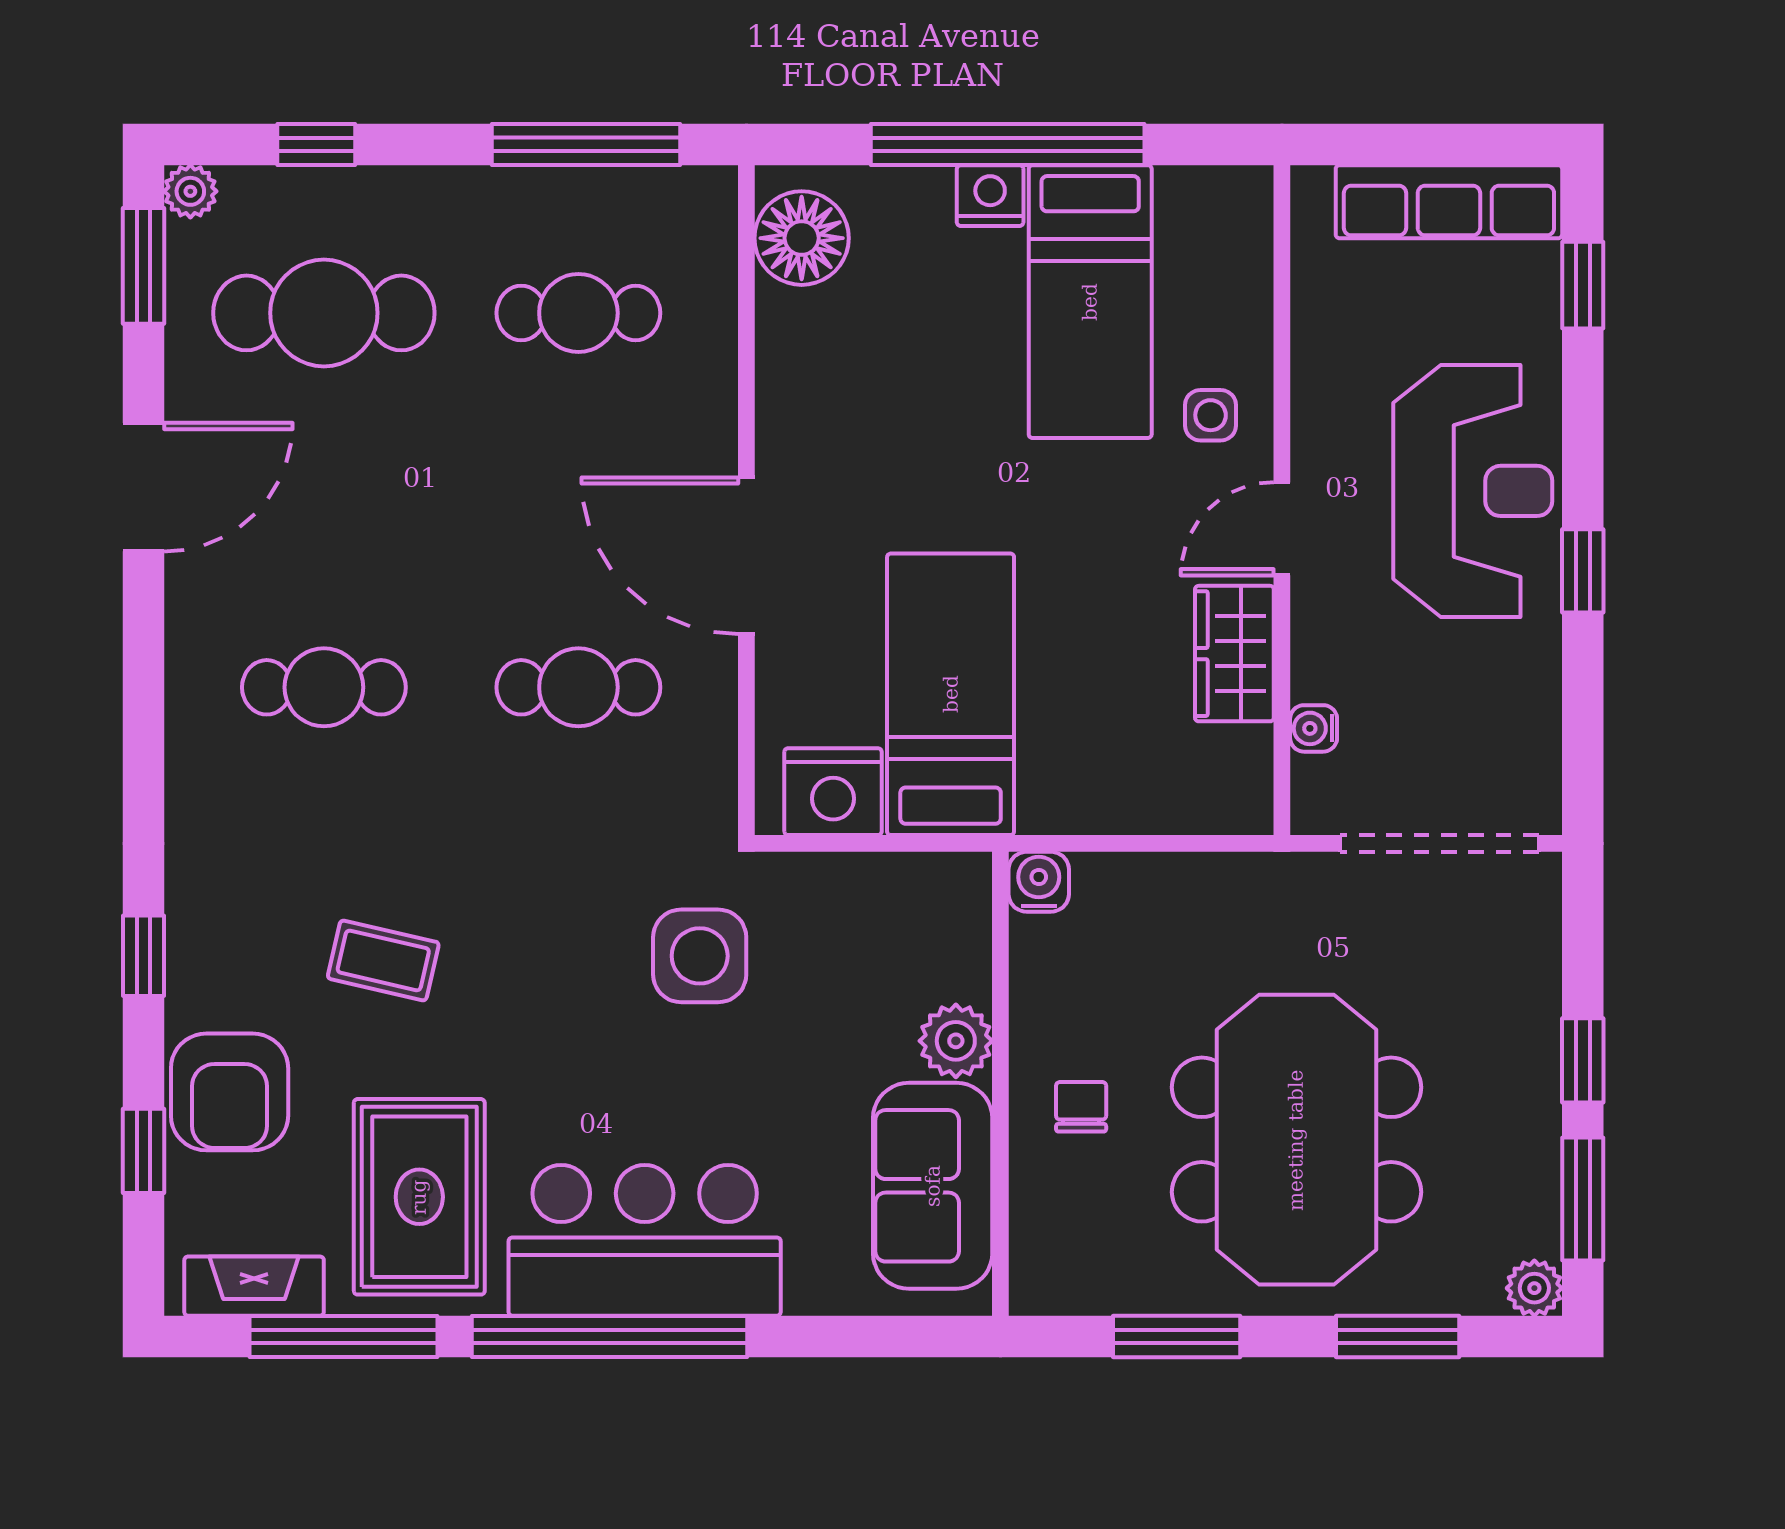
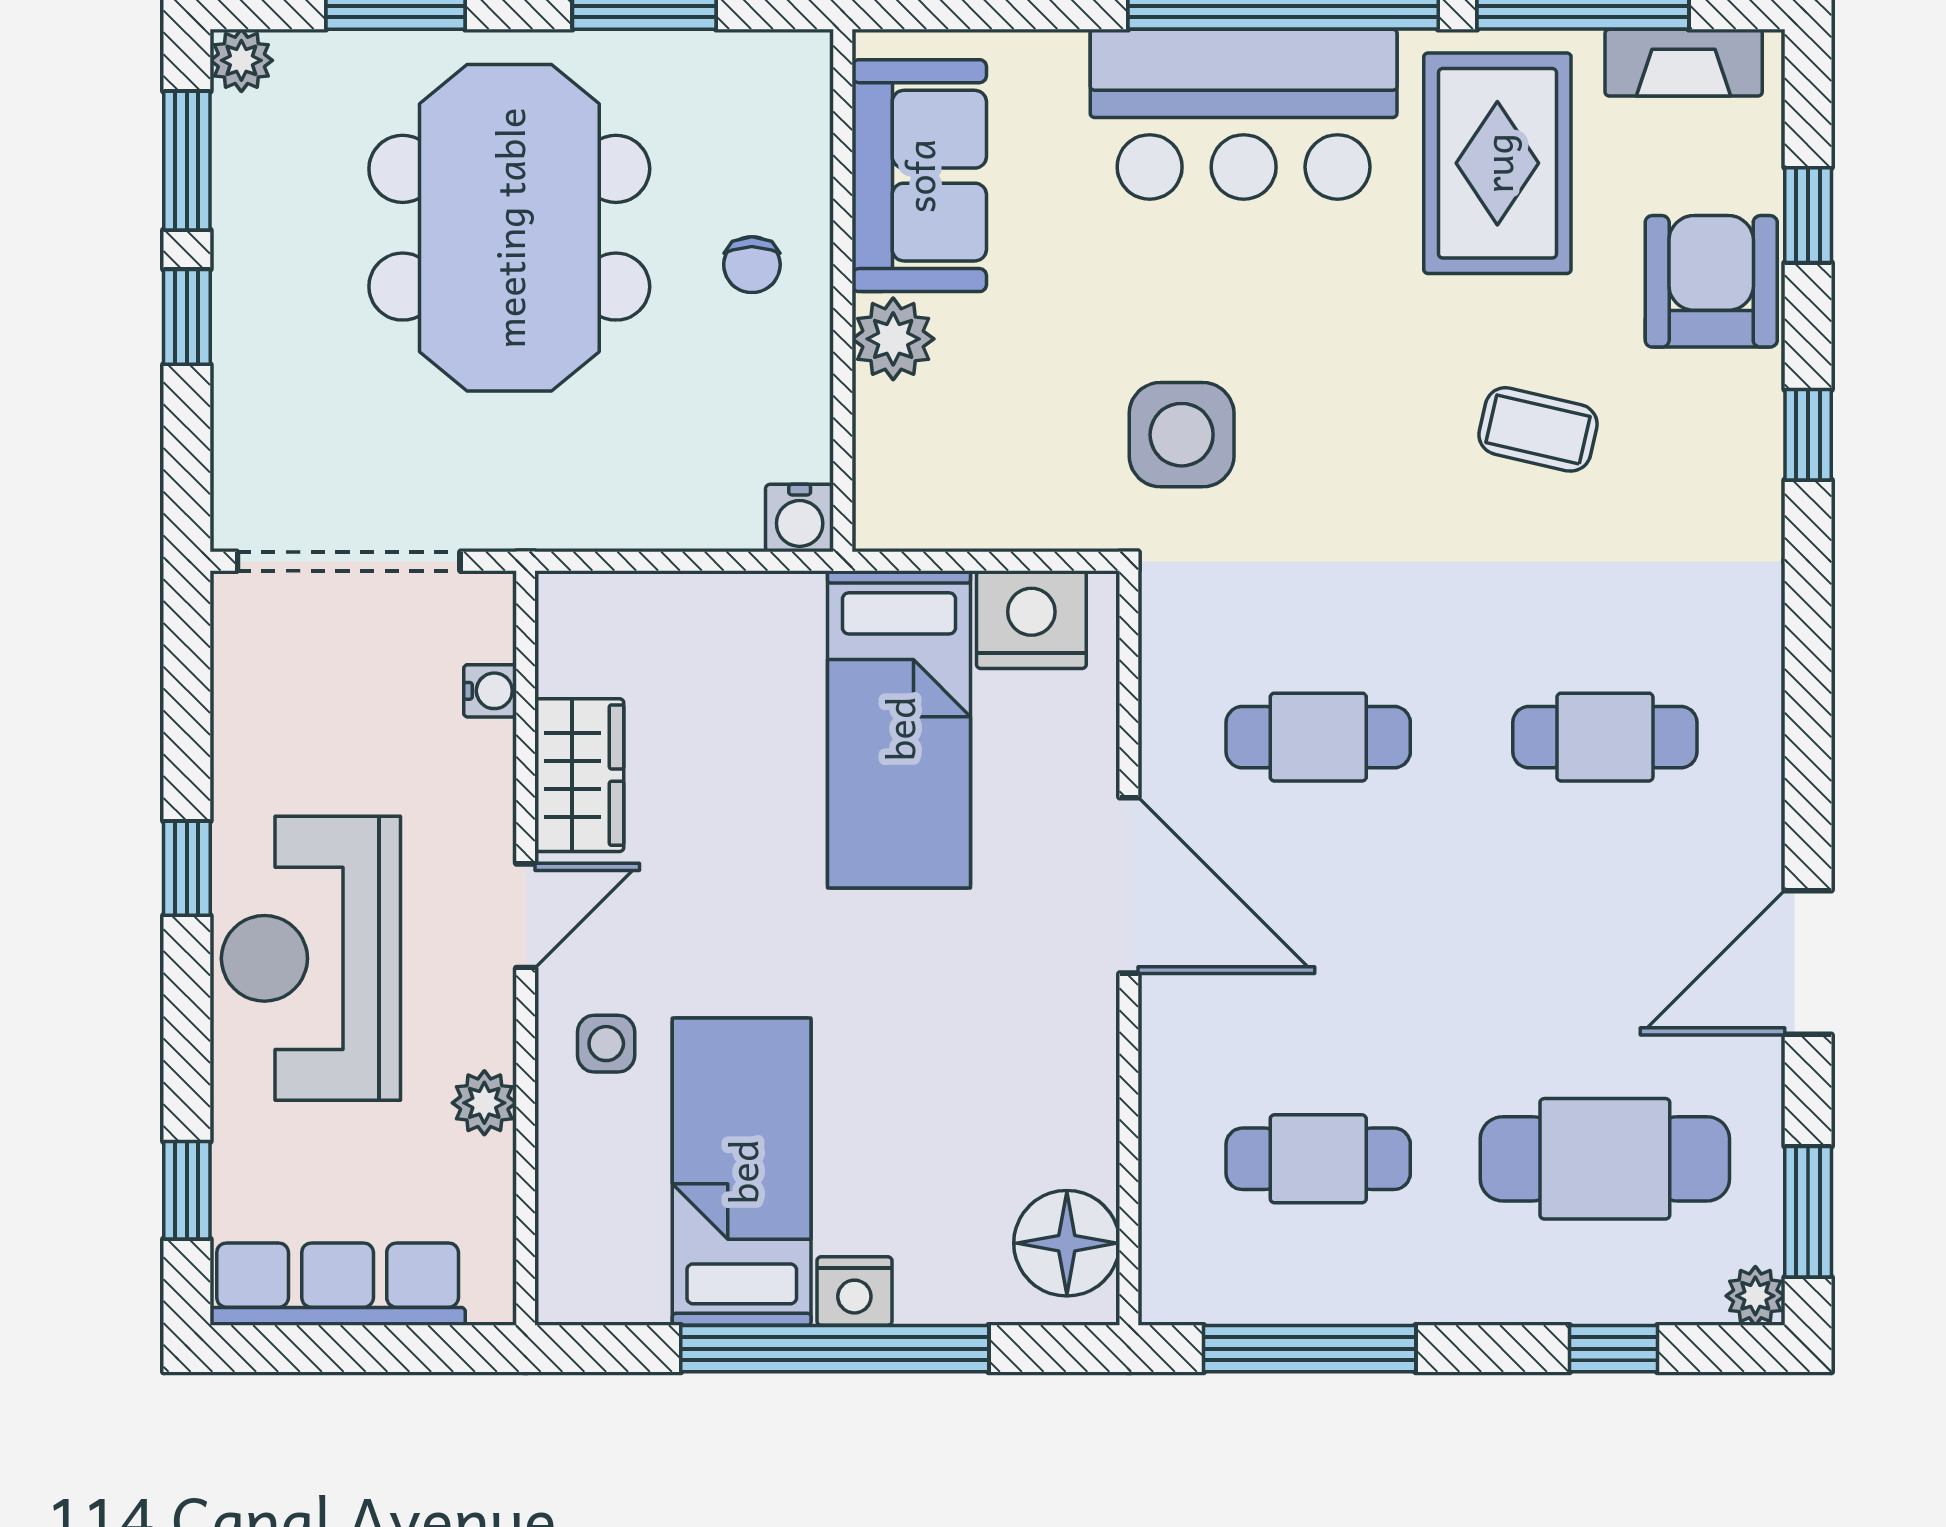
plant: (1319, 363) -> (484, 1103), added

